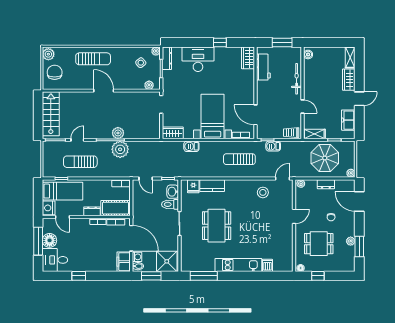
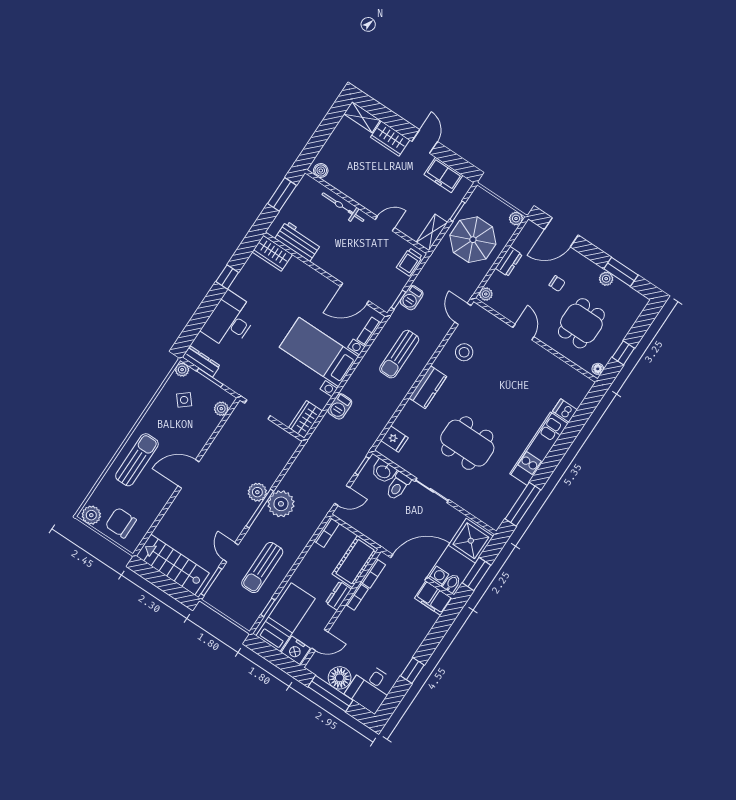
kitchen counter: (212, 186) -> (428, 387), moved

